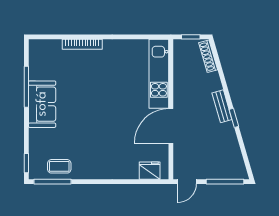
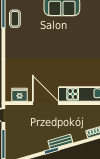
fridge: (150, 171) -> (20, 95), moved, turned -90

